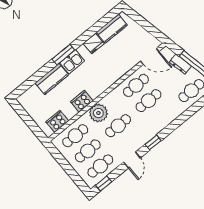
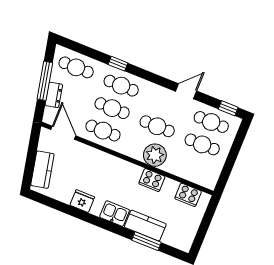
kitchen counter: (112, 29) -> (42, 170), moved, turned 78
window: (63, 55) -> (147, 241), moved
cafe table: (75, 136) -> (121, 86), moved
window: (153, 142) -> (118, 64), moved

